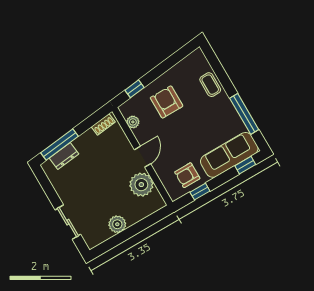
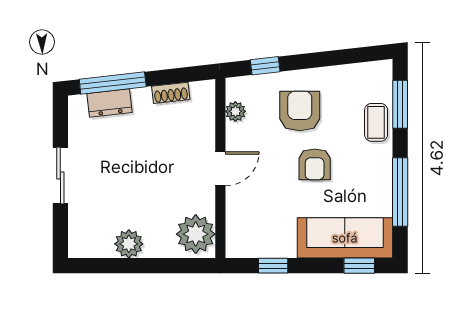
window: (217, 68) -> (400, 104), added
shoe rack: (103, 124) -> (171, 93), moved
armchair: (187, 175) -> (315, 164), moved, turned -90
plant: (141, 185) -> (196, 234), moved
sliding door: (68, 222) -> (60, 176), moved

